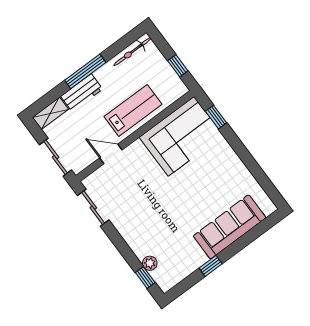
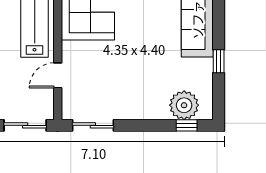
plant: (150, 263) -> (184, 105), width x1.87, depth x1.87

